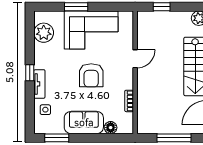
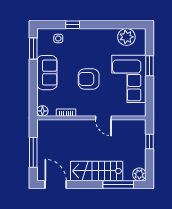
window: (30, 73) -> (73, 25), moved
tv unit: (39, 84) -> (81, 33), removed
floor lamp: (111, 128) -> (42, 111), moved

